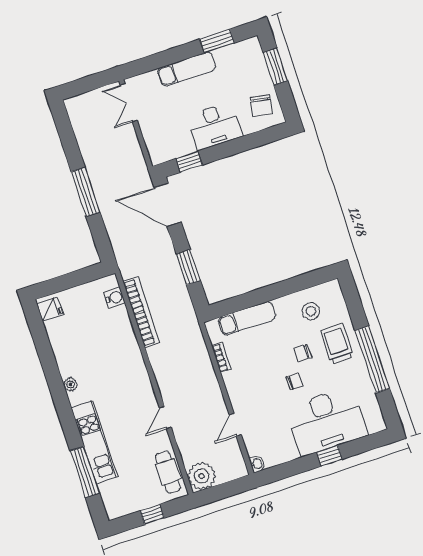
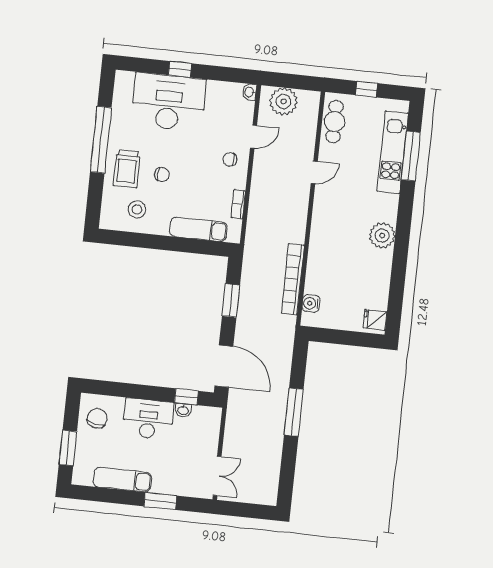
window: (217, 41) -> (160, 501), moved
exam couch: (187, 69) -> (122, 480), moved
washbasin: (187, 148) -> (183, 410), added
chair: (294, 381) -> (230, 160), moved
plant: (70, 384) -> (382, 235), width x1.88, depth x1.88
kitchen unit: (94, 442) -> (393, 152), moved
plant: (202, 476) -> (283, 101), moved

